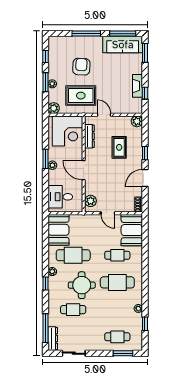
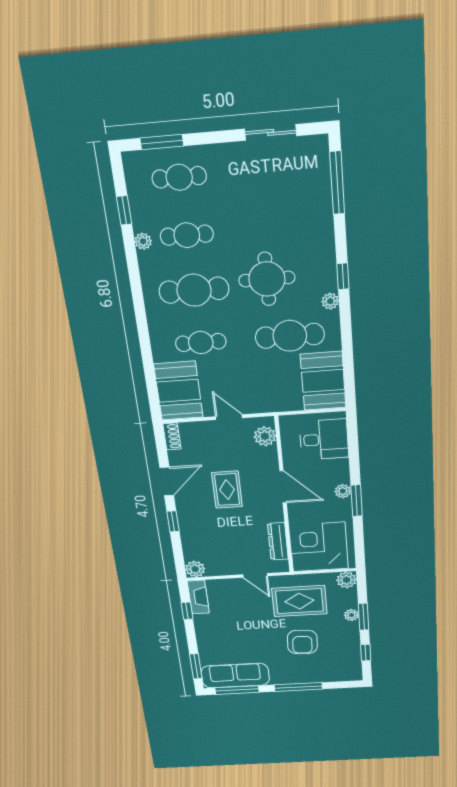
fireplace: (137, 86) -> (198, 597), moved
rug: (119, 147) -> (227, 490), moved
cafe table: (73, 310) -> (187, 235), moved
dresser: (53, 339) -> (320, 161), removed

